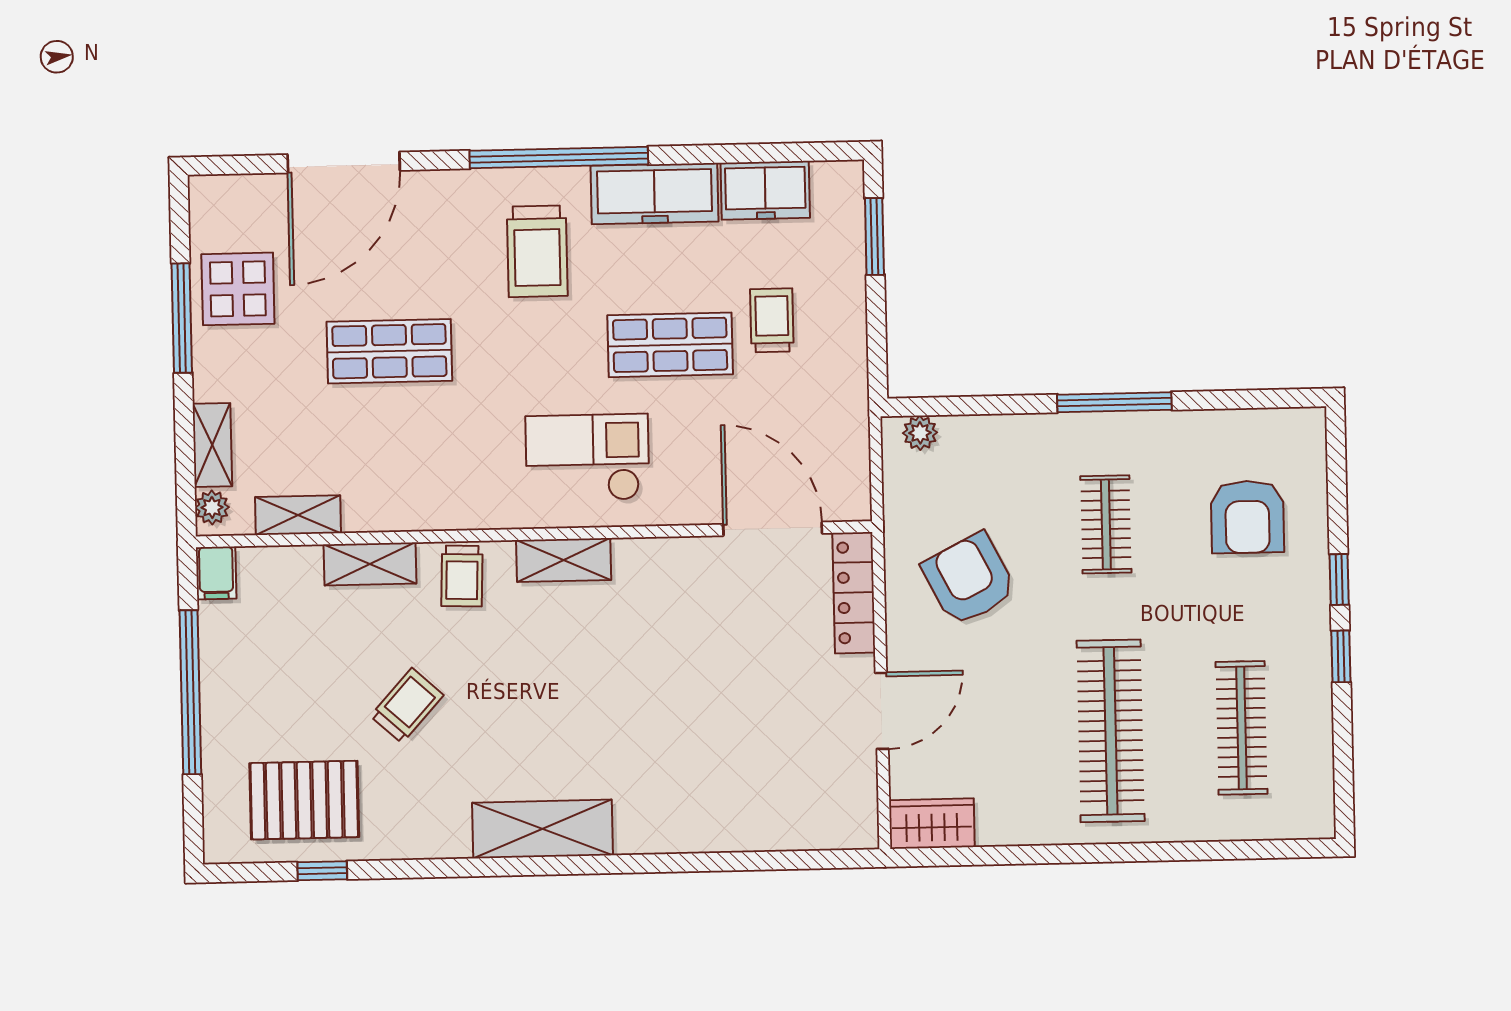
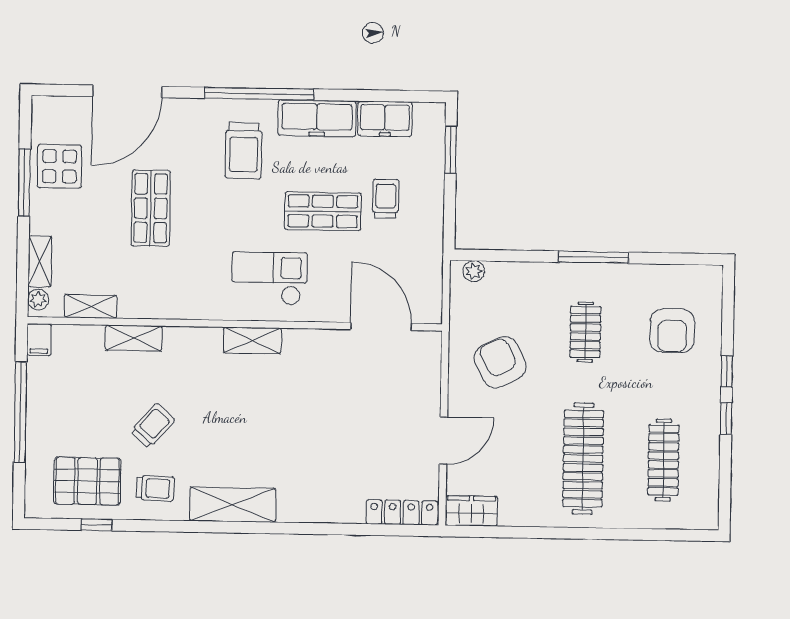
shop shelf: (389, 351) -> (151, 208), turned 90
trolley: (462, 576) -> (155, 488), moved, turned -90
locker: (854, 593) -> (402, 512), moved, turned 90

